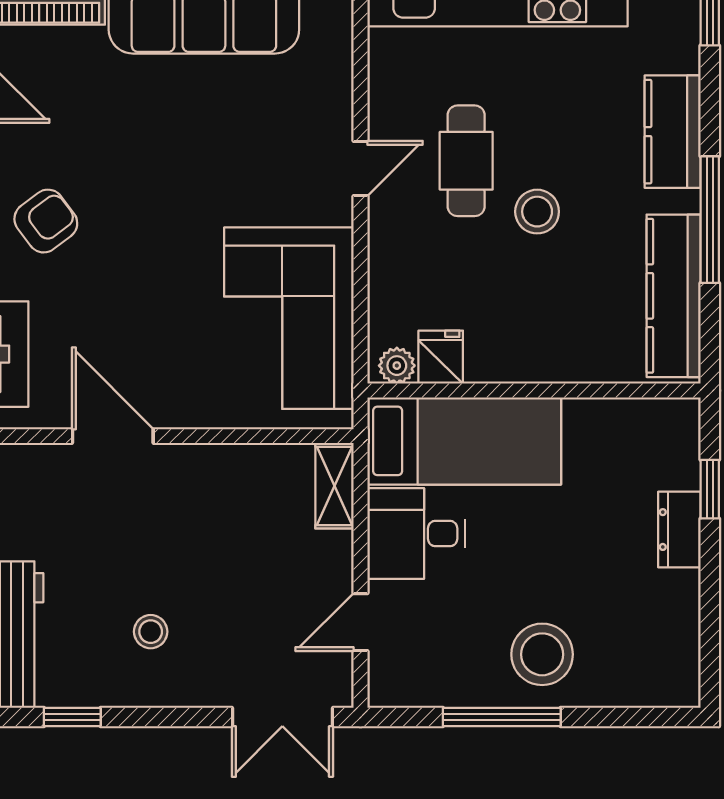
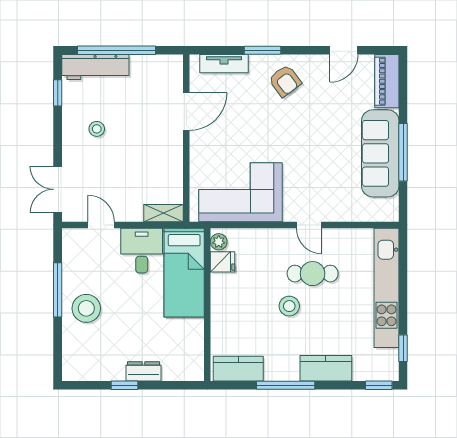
kitchen counter: (674, 296) -> (238, 369), width x0.67
window: (710, 489) -> (124, 385), moved

